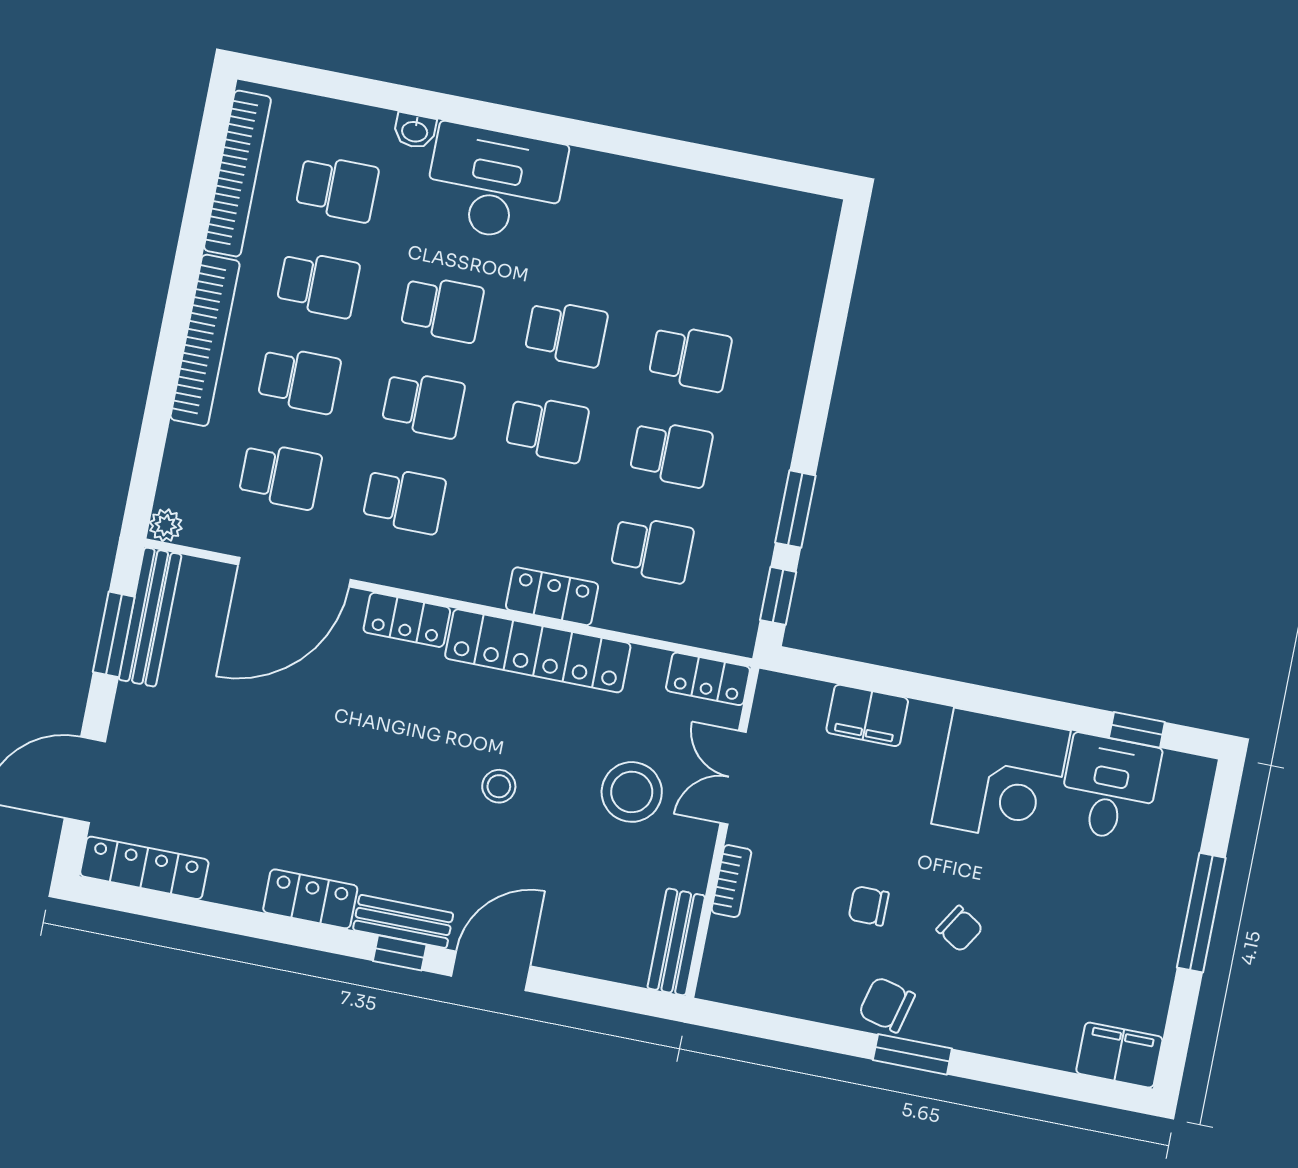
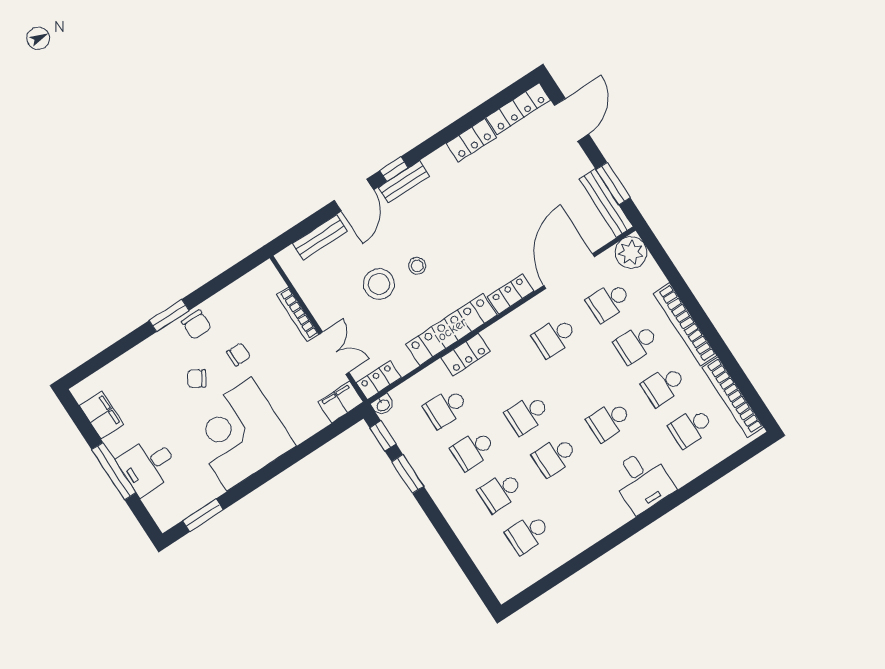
washbasin: (415, 131) -> (383, 405), moved, turned 180
desk: (495, 183) -> (642, 481), width x0.73
school desk: (423, 404) -> (528, 534), moved
plant: (166, 525) -> (631, 252), width x1.88, depth x1.88
filing cabinet: (867, 715) -> (341, 402), moved
window: (1137, 730) -> (203, 515), width x1.50
corner desk: (1001, 777) -> (239, 434), width x1.36, depth x1.36
desk: (1109, 788) -> (148, 465), moved, turned 90
stool: (632, 792) -> (379, 284), moved
bookcase: (731, 881) -> (298, 314), width x1.56
locker: (310, 899) -> (471, 140), moved
bench: (676, 942) -> (320, 237), moved, turned 90
chair: (887, 1005) -> (196, 325), turned 76
filing cabinet: (1119, 1055) -> (101, 415), moved, turned -90

